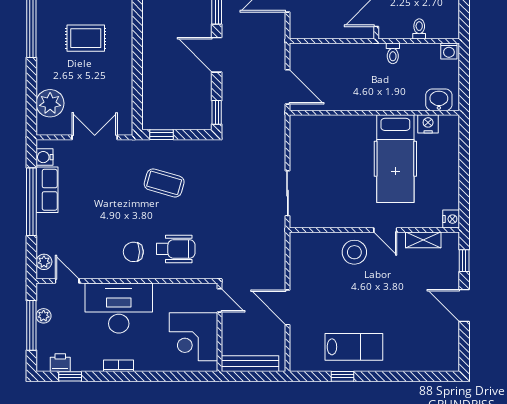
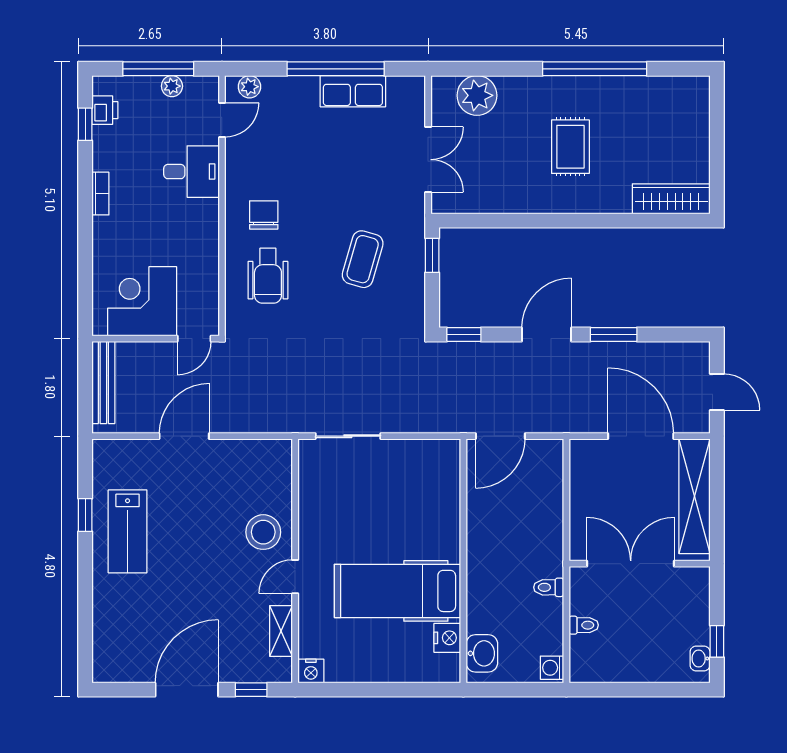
water cooler: (45, 157) -> (400, 88), removed
door: (464, 306) -> (187, 690), width x1.36
desk: (119, 308) -> (191, 172), width x0.53, depth x0.77

